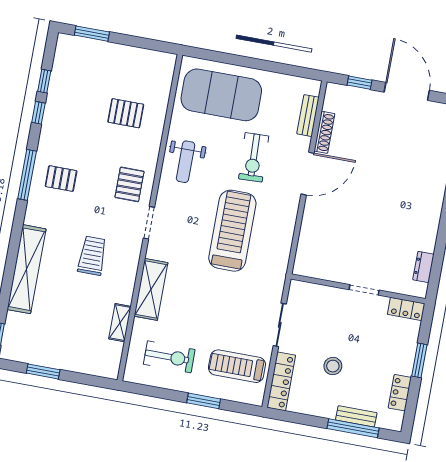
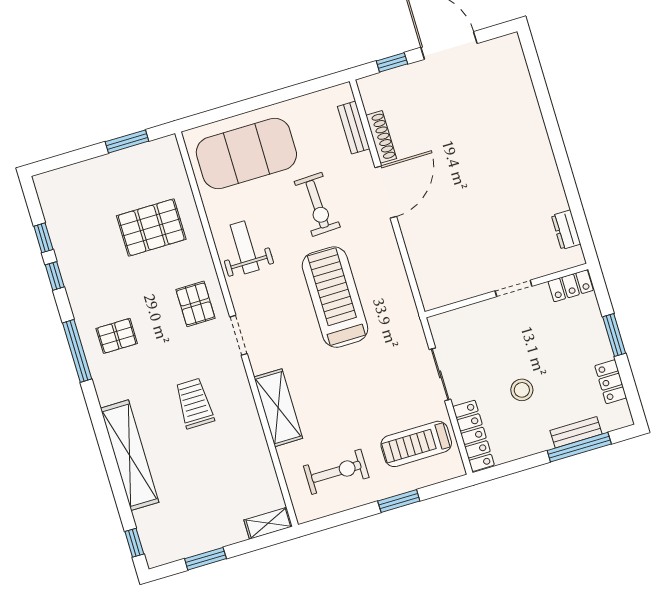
window: (92, 34) -> (127, 141), moved
pallet: (126, 113) -> (151, 227), width x1.50, depth x1.42
weight bench: (186, 162) -> (245, 247), turned 180
shelving: (120, 323) -> (268, 523), moved, turned 90

